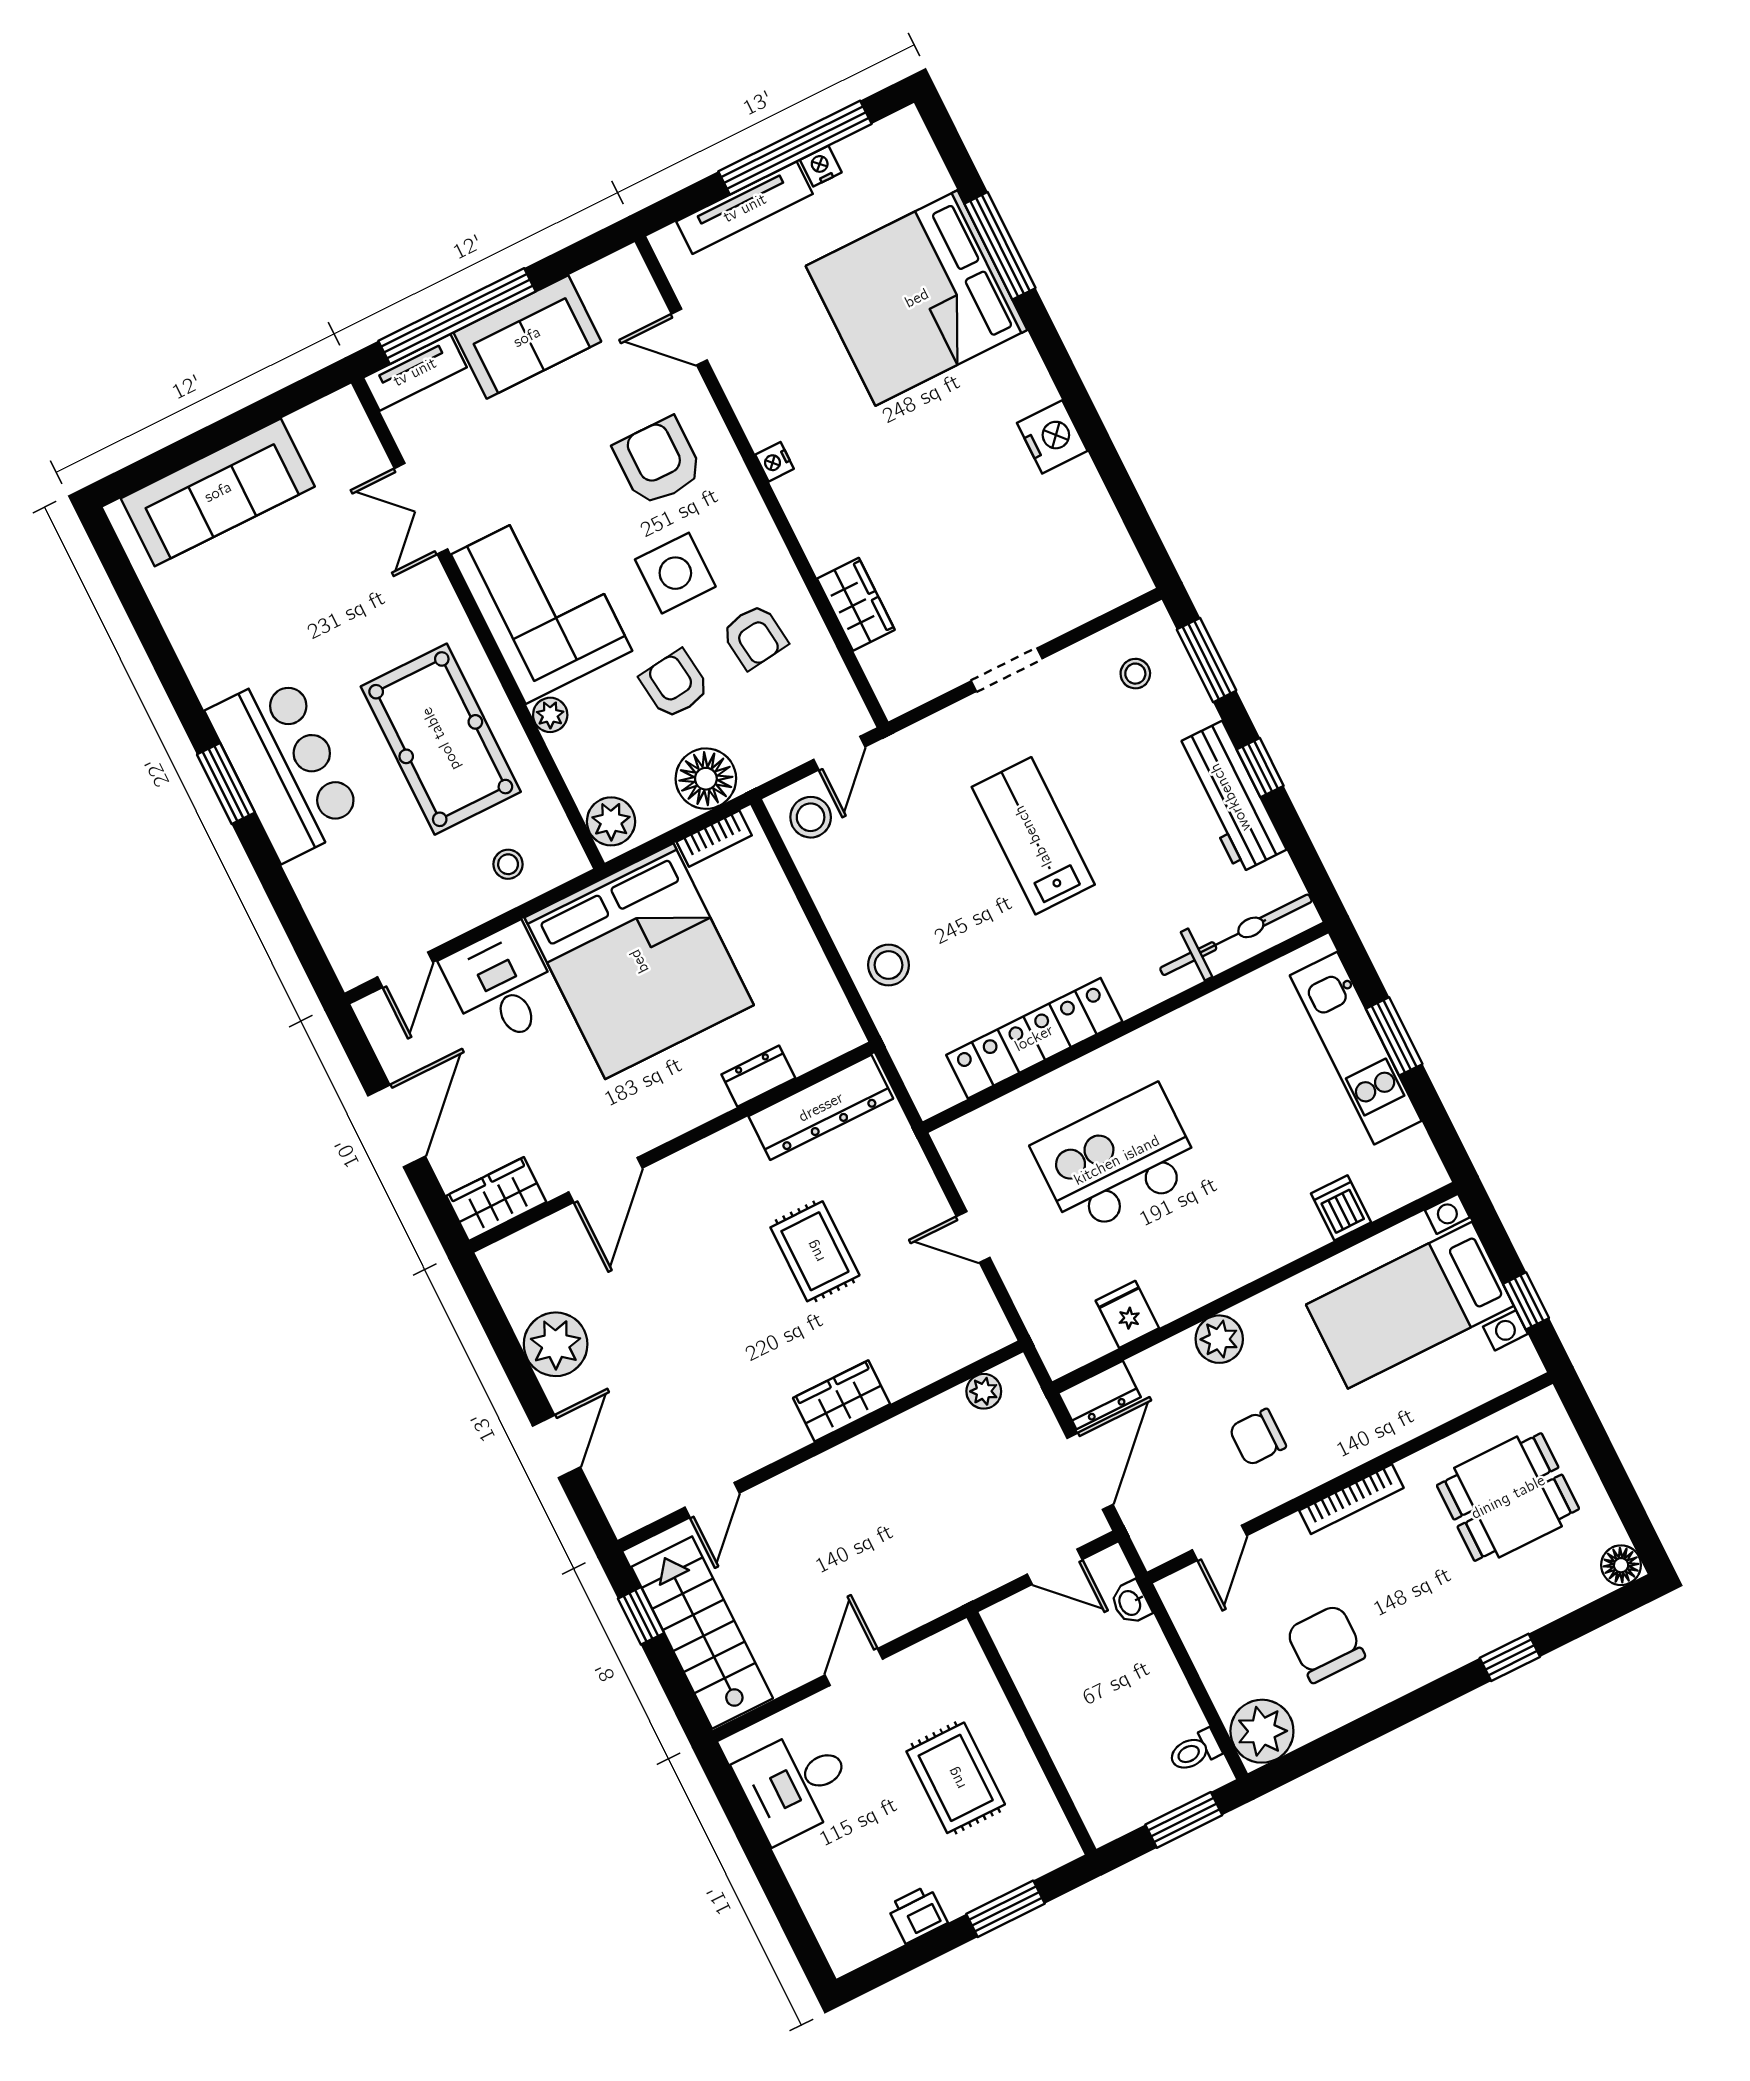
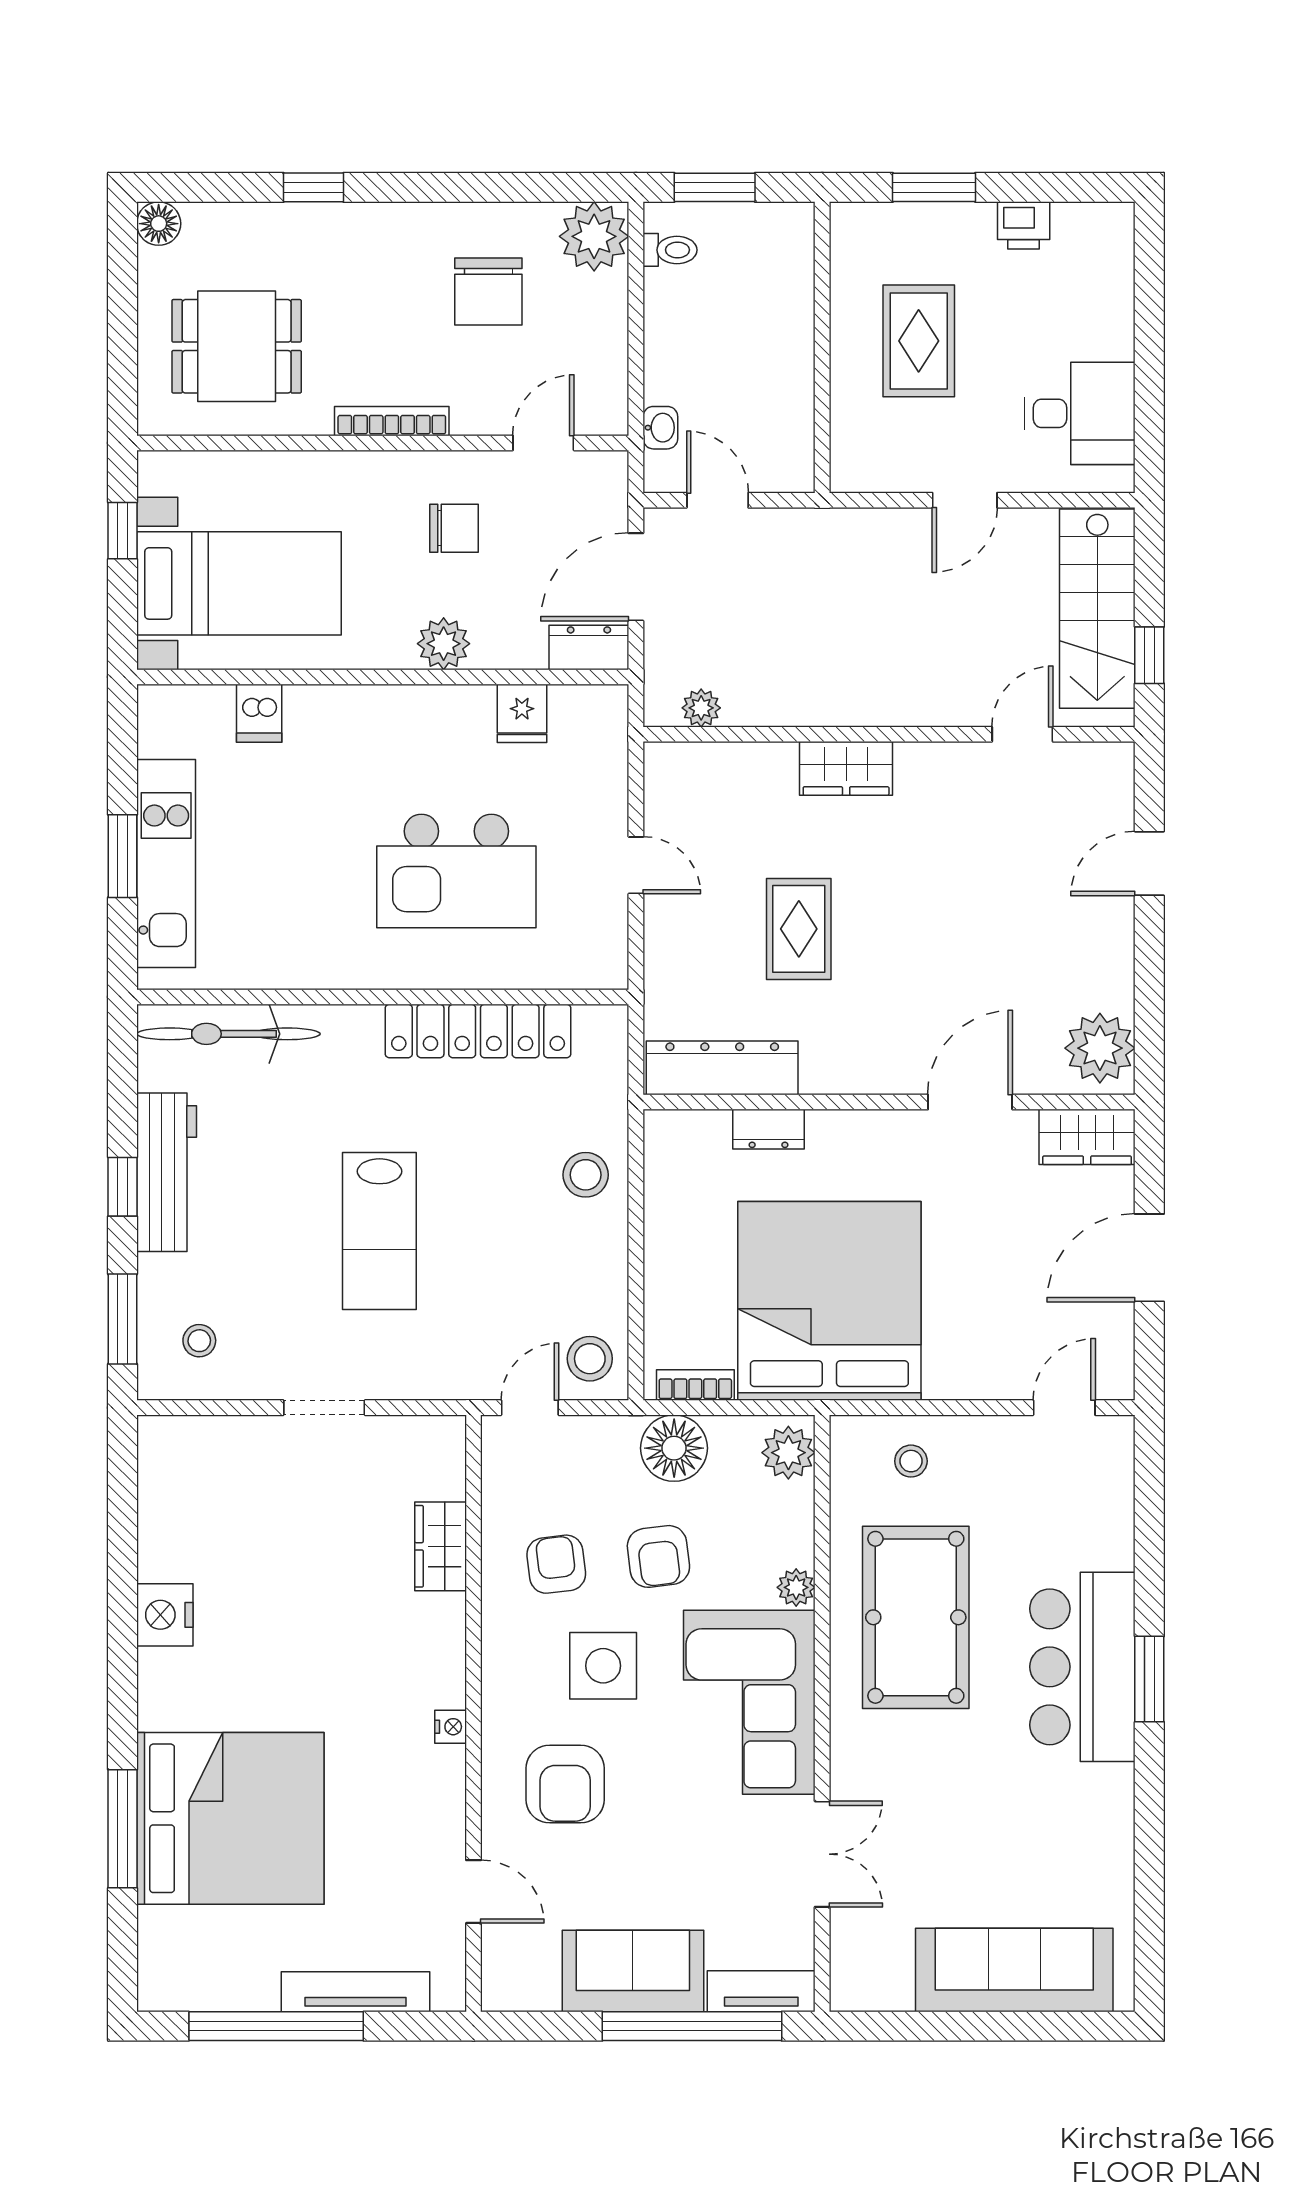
nightstand: (821, 166) -> (260, 1995), removed
desk: (502, 985) -> (977, 1345), removed
plant: (556, 1344) -> (1100, 1048), moved

